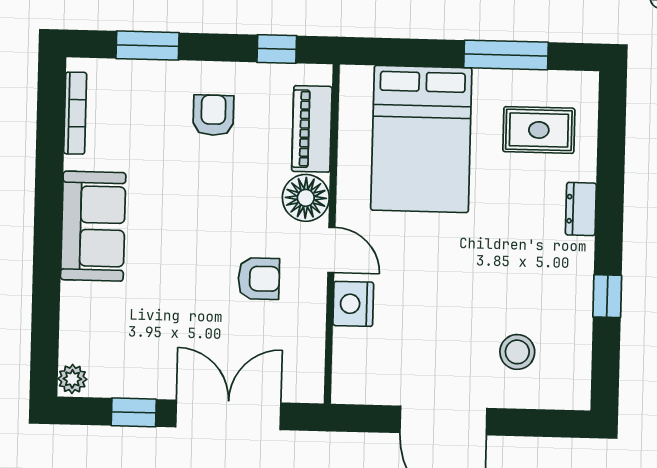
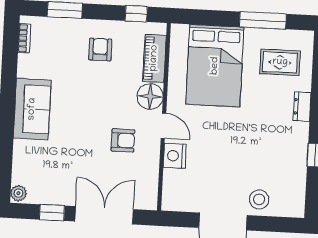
bookcase: (75, 113) -> (24, 38), width x0.64
stool: (517, 352) -> (259, 199), moved

